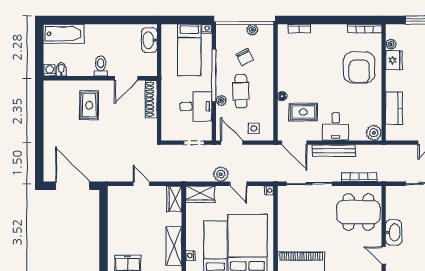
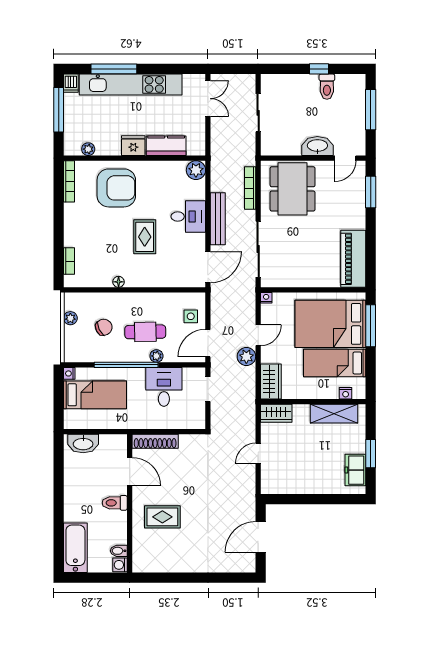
fridge: (394, 60) -> (133, 146), moved
floor lamp: (282, 96) -> (119, 282), moved
rug: (303, 112) -> (145, 237), moved
door: (73, 186) -> (261, 537), width x0.73

